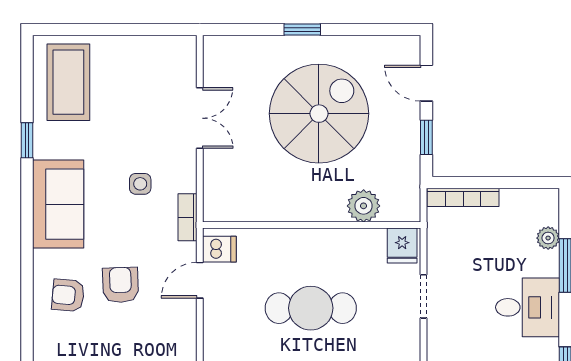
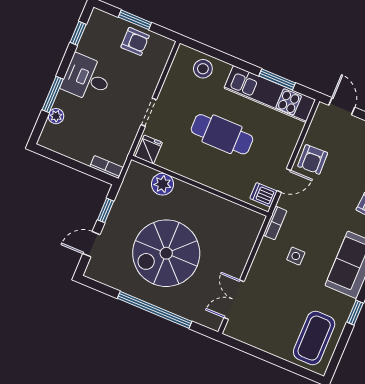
window: (302, 30) -> (155, 310), width x3.17
door: (426, 83) -> (91, 244), swing flipped
double door: (200, 118) -> (234, 300), moved
bookcase: (463, 197) -> (106, 167), width x0.64
armchair: (120, 285) -> (313, 159), moved

